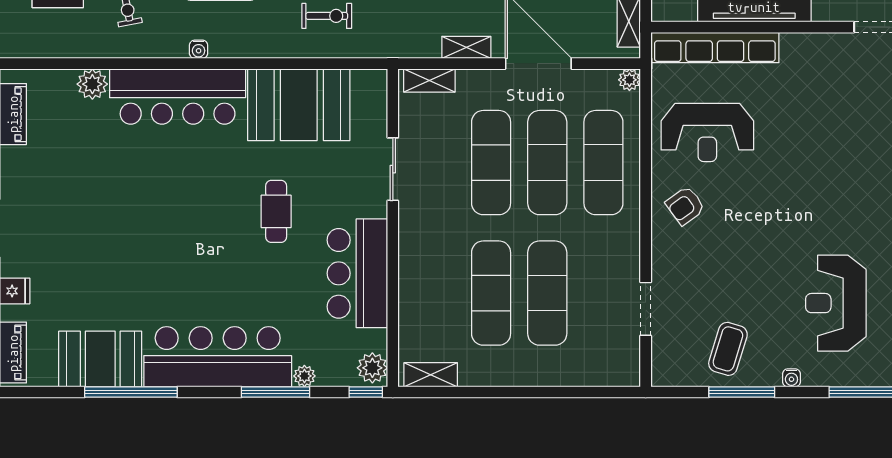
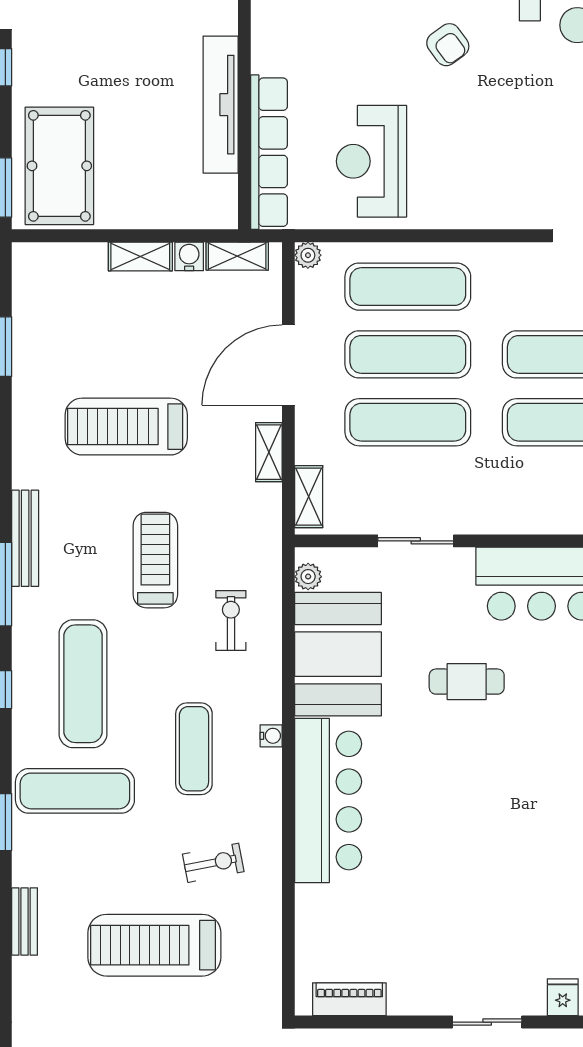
water cooler: (199, 49) -> (271, 736), moved
plant: (92, 84) -> (308, 577), moved, width x0.73, depth x0.73
reception desk: (707, 132) -> (371, 161), turned 180
armchair: (685, 206) -> (448, 45), moved

